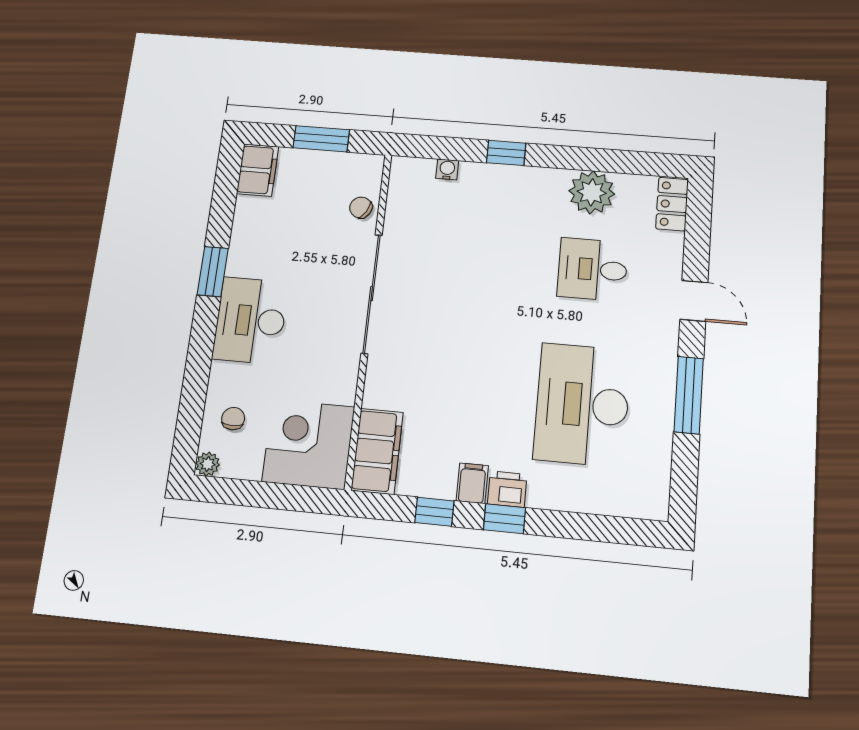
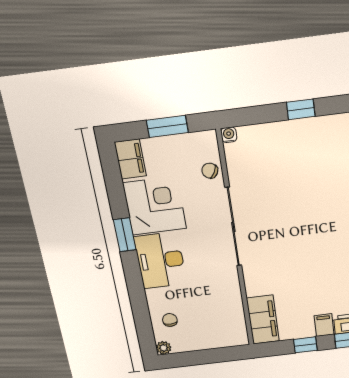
water cooler: (447, 169) -> (229, 135), moved
corner desk: (308, 444) -> (155, 206), moved, turned 90

